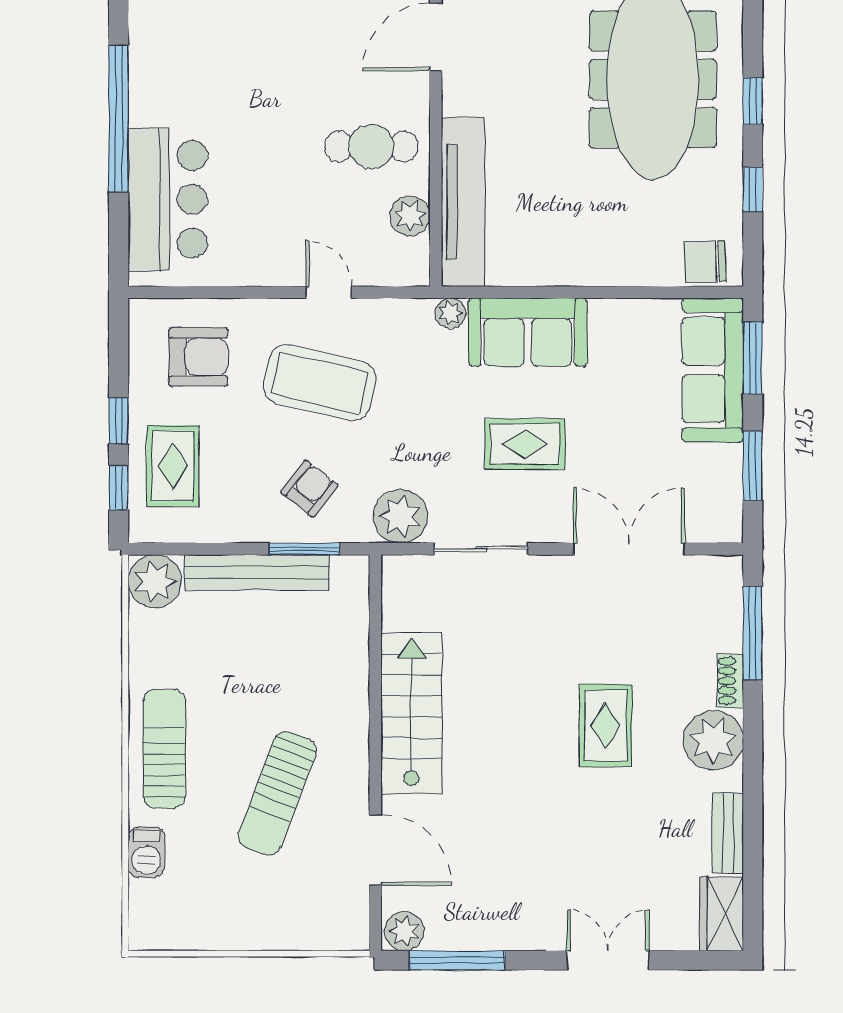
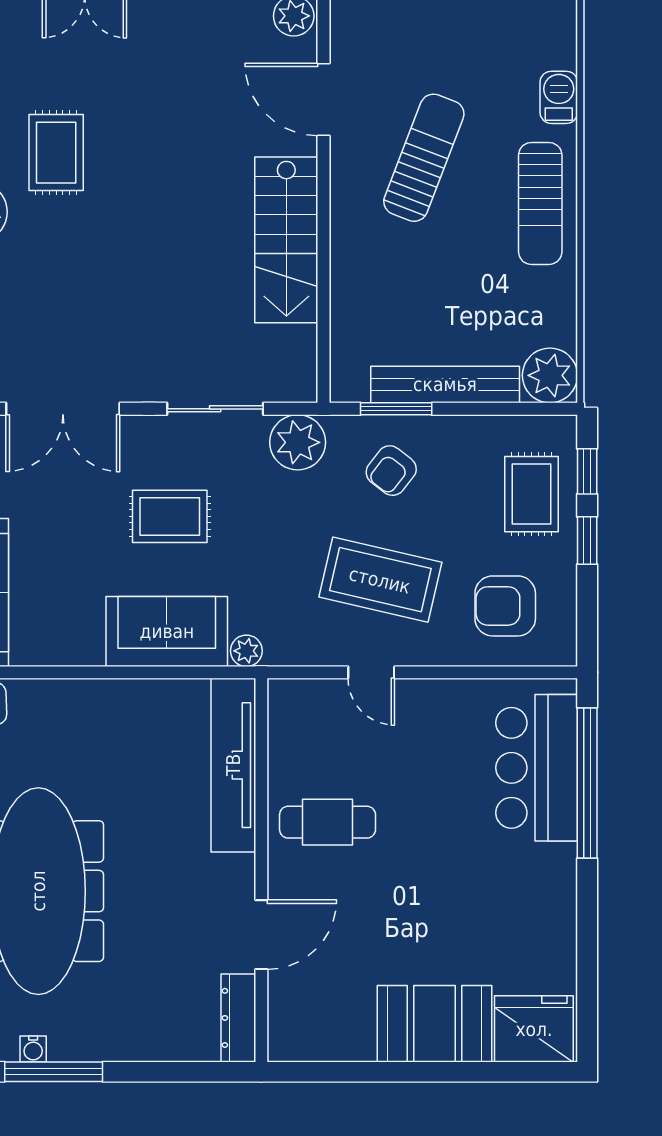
window: (119, 118) -> (587, 783), moved
plant: (410, 216) -> (288, 751), removed
rug: (606, 726) -> (56, 153), moved

